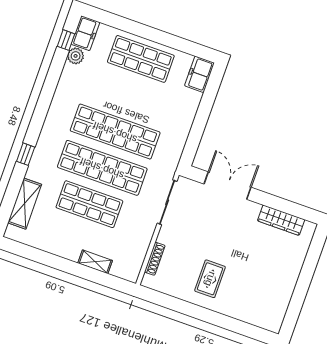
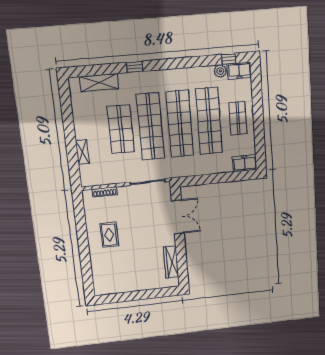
shop shelf: (141, 59) -> (238, 118), width x0.70, depth x0.74
shop shelf: (128, 95) -> (209, 121), added
rug: (210, 279) -> (109, 235), turned 90

